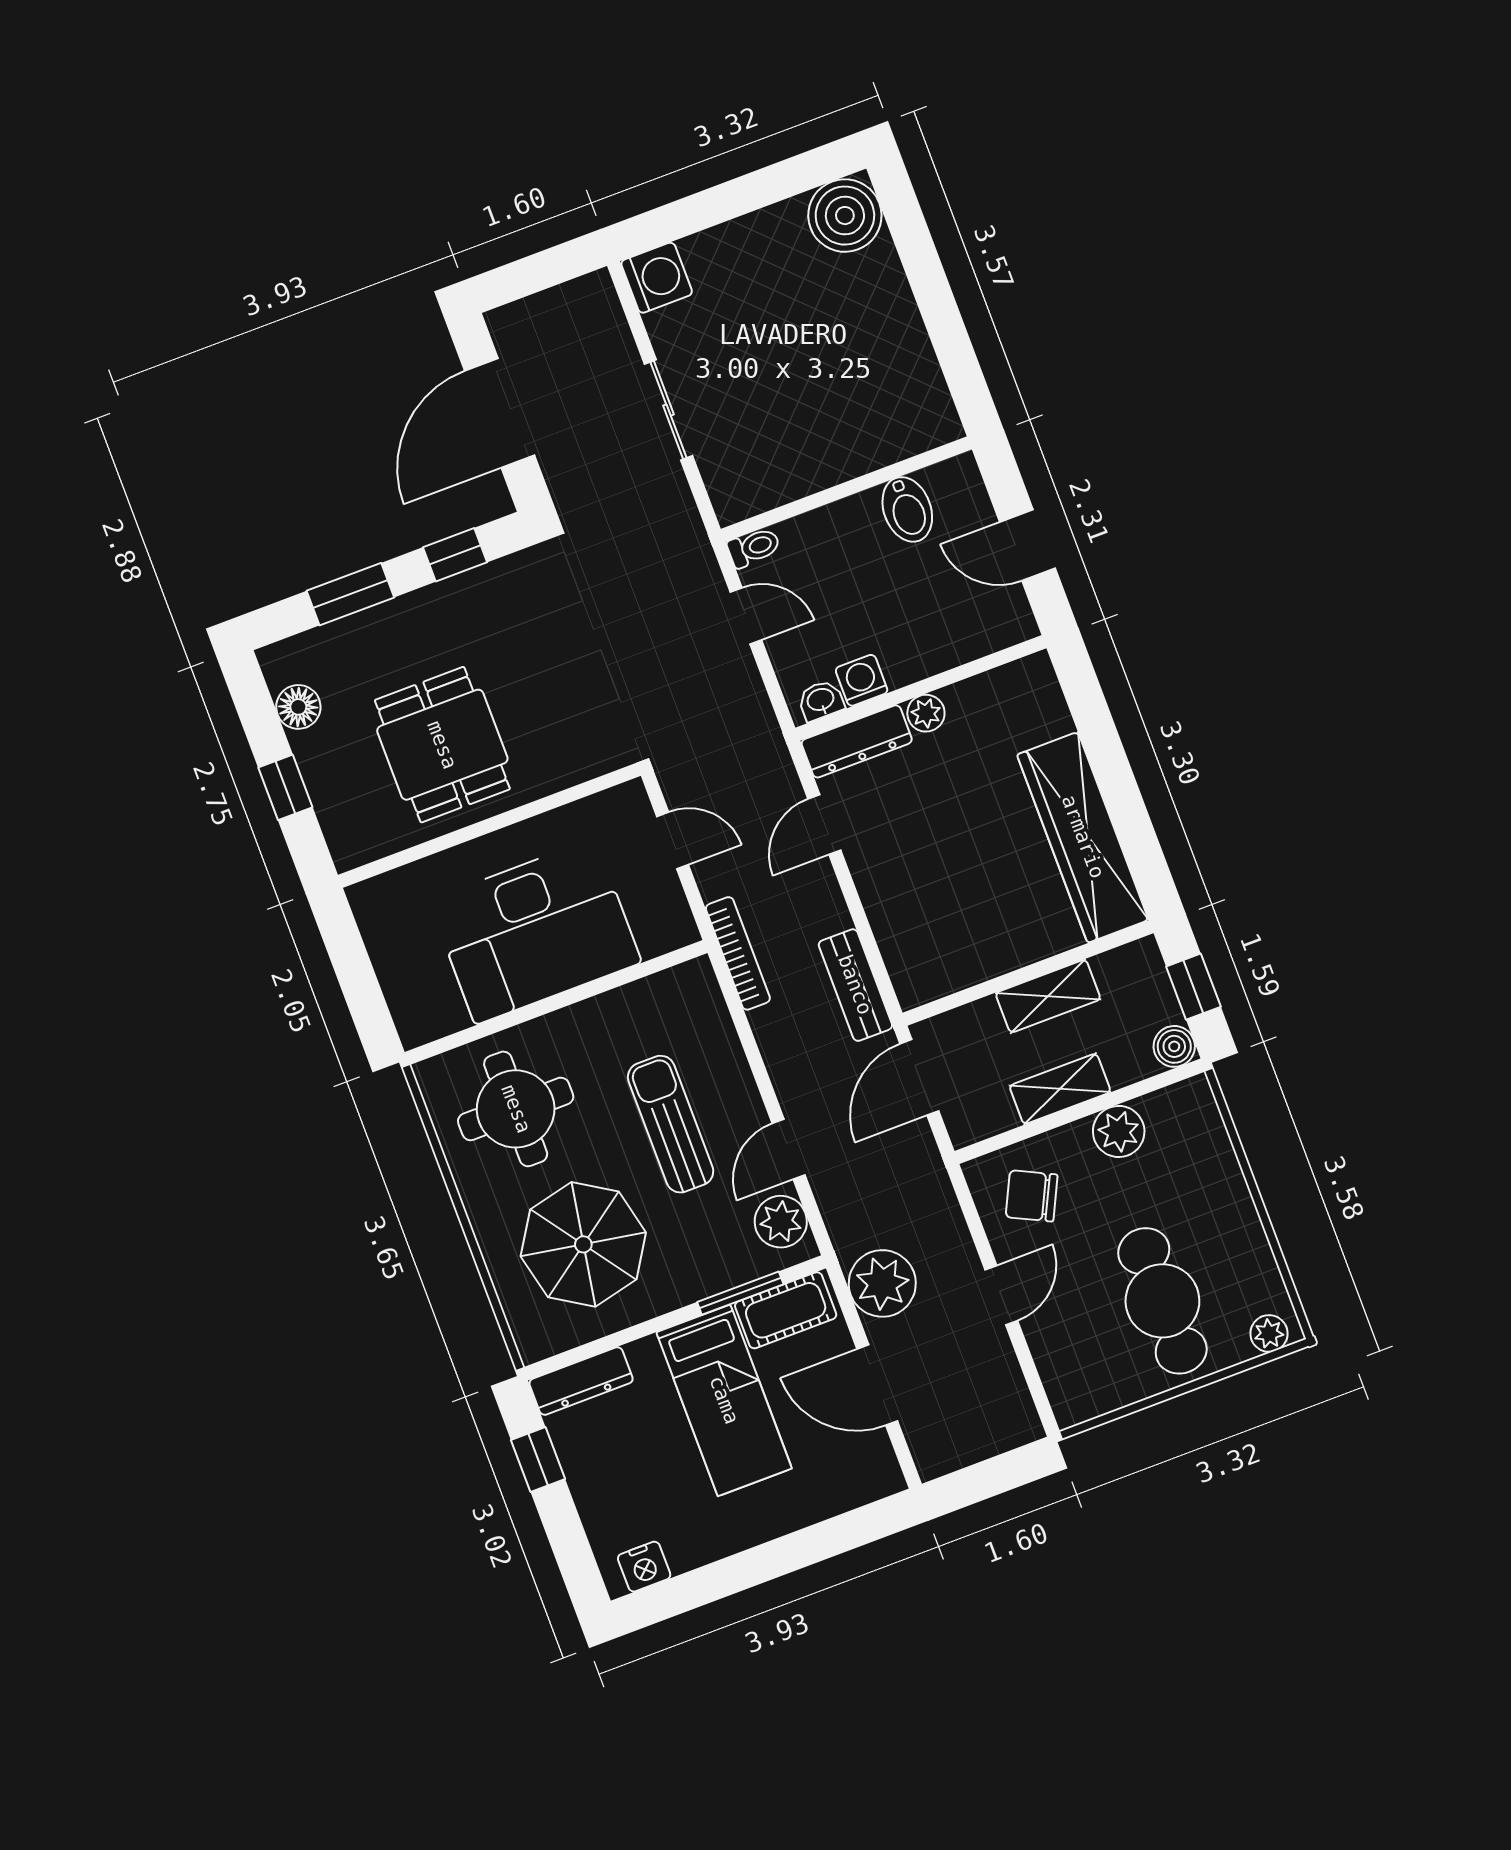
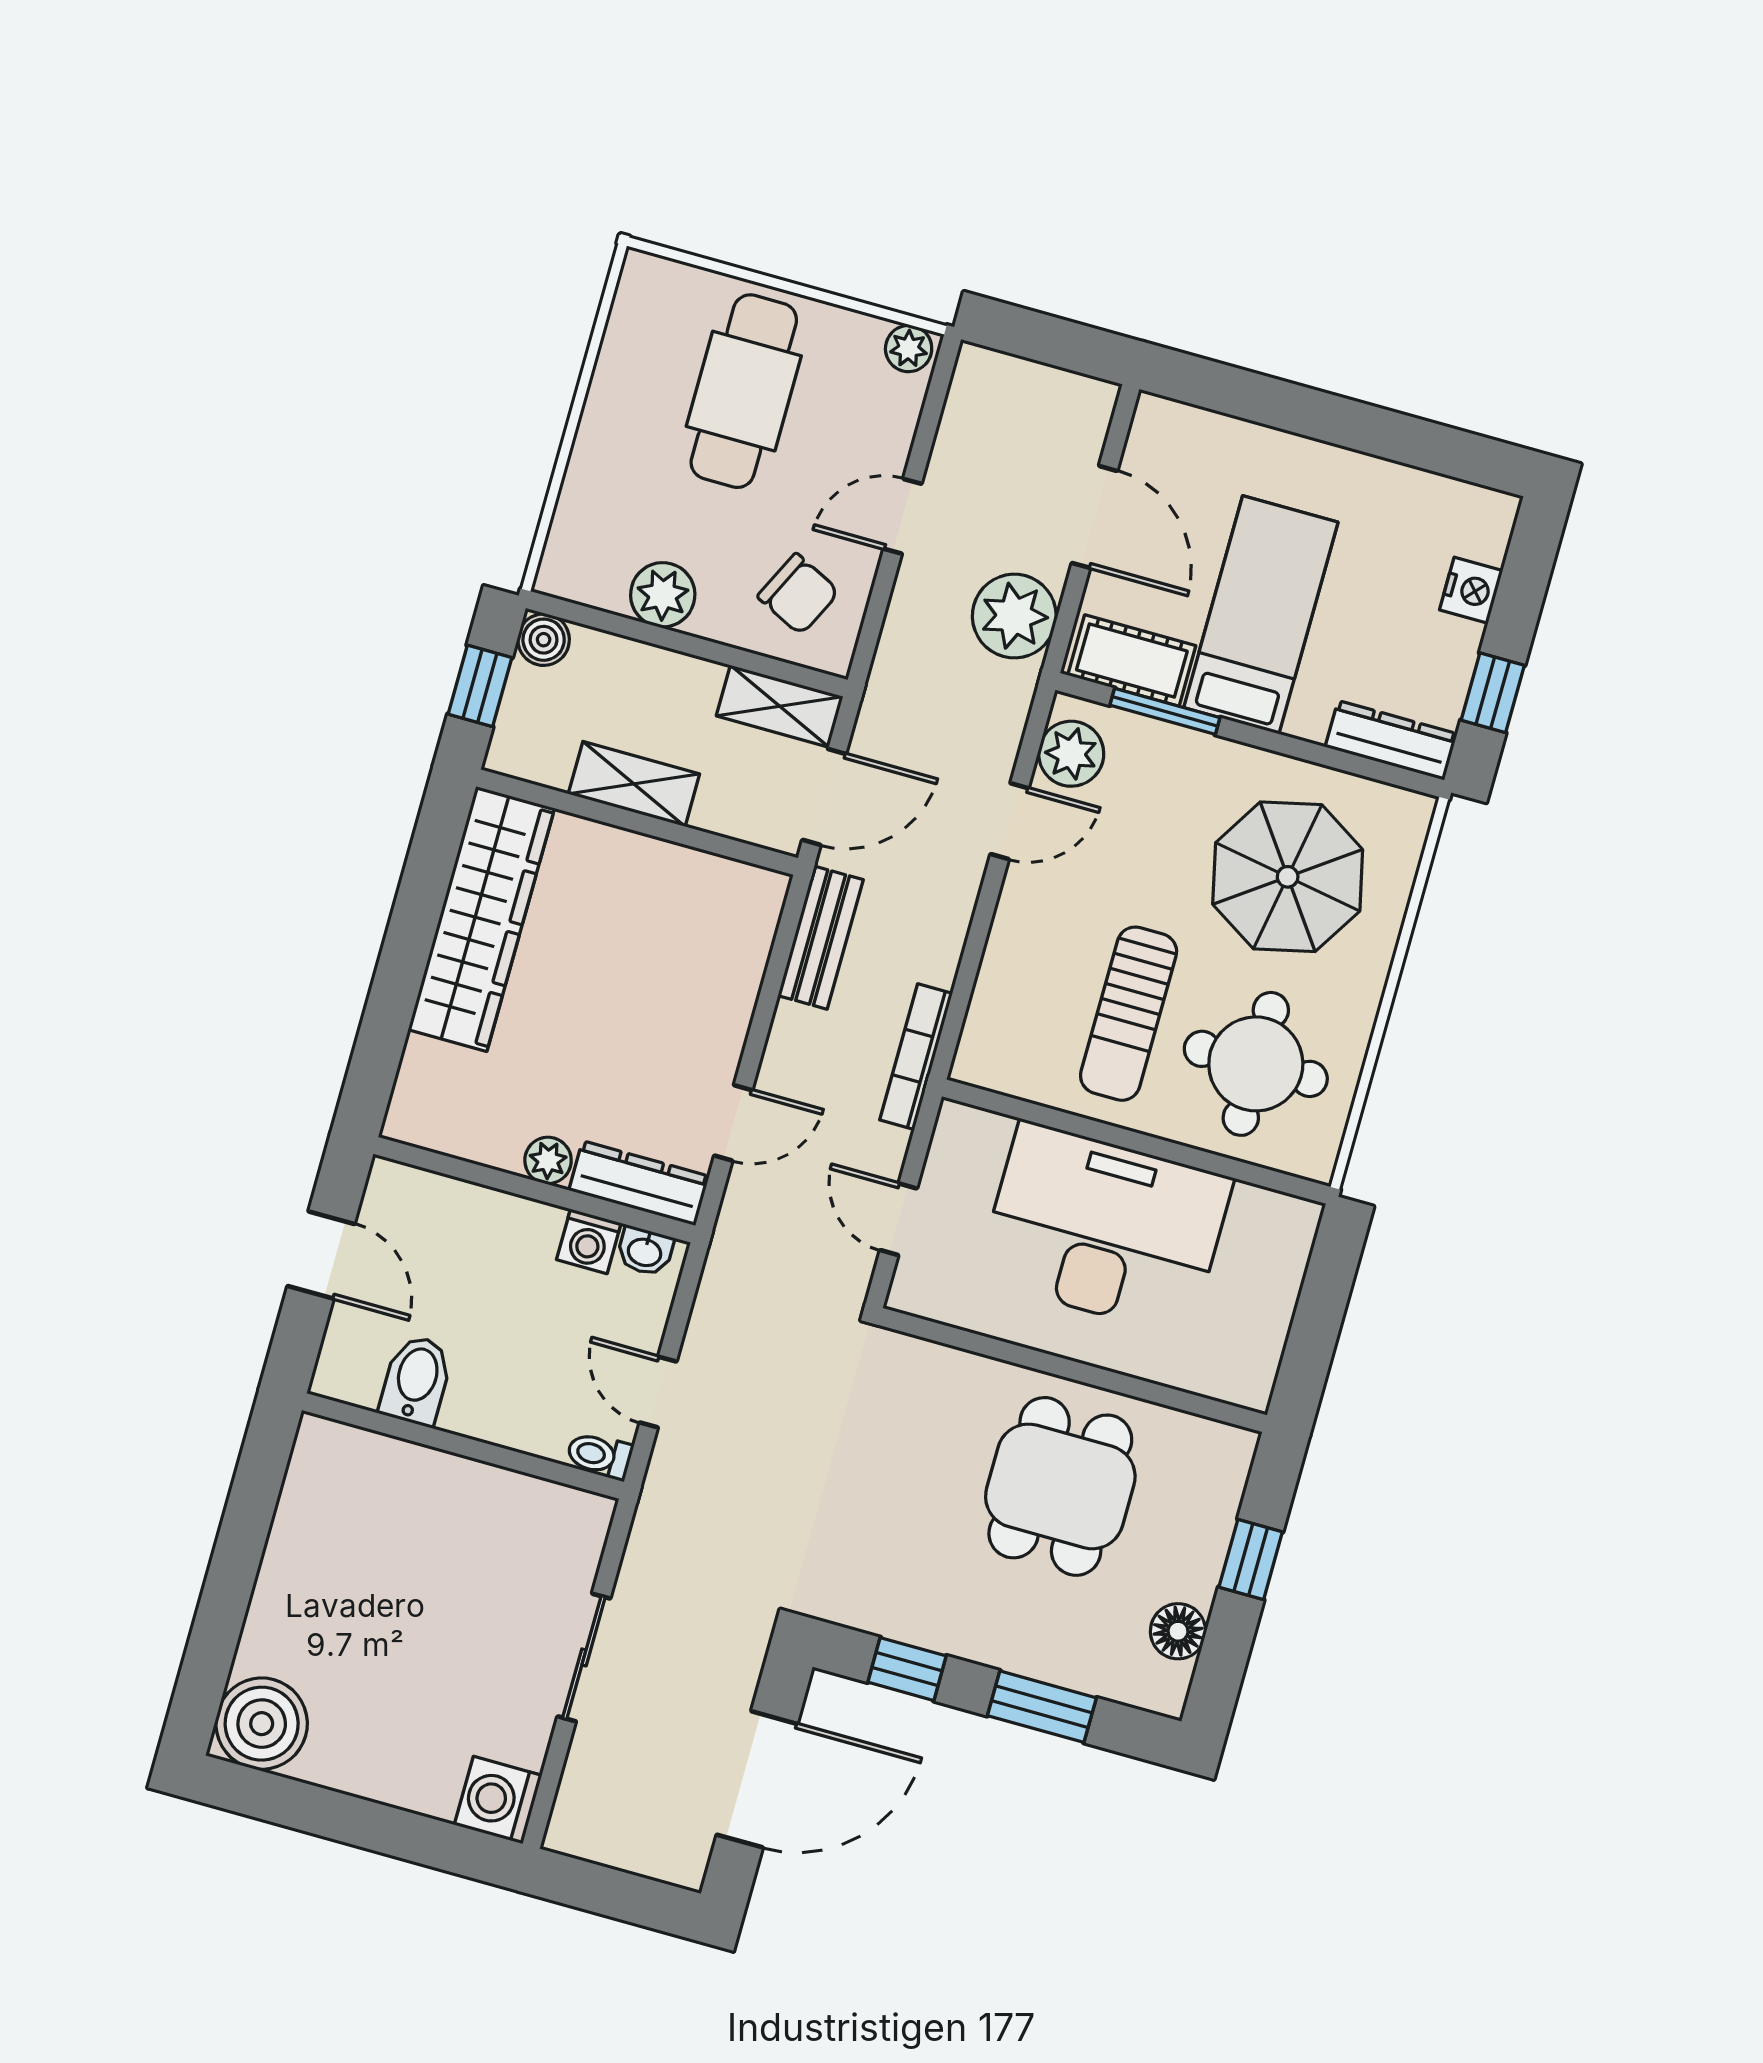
shelving: (1060, 1089) -> (780, 706), moved
sun lounger: (671, 1124) -> (1129, 1014), moved
plant: (1269, 1334) -> (909, 349), moved
nightstand: (644, 1567) -> (1471, 590), moved, turned 90

